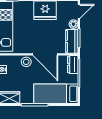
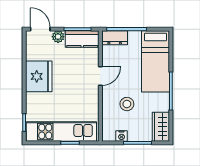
door: (45, 54) -> (100, 76), width x0.53
stool: (26, 62) -> (127, 104), moved

